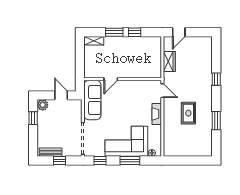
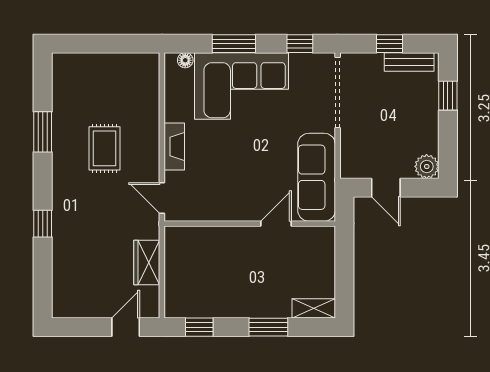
window: (135, 32) -> (199, 327), moved
window: (33, 118) -> (448, 96), moved

